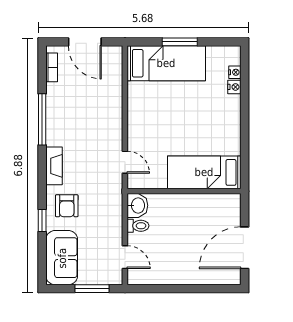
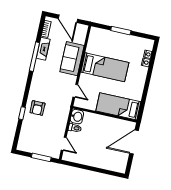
bed: (166, 63) -> (105, 67), moved
fireplace: (54, 166) -> (43, 49), moved
door: (245, 248) -> (134, 142), moved
sofa: (62, 258) -> (72, 59), moved, turned 180

